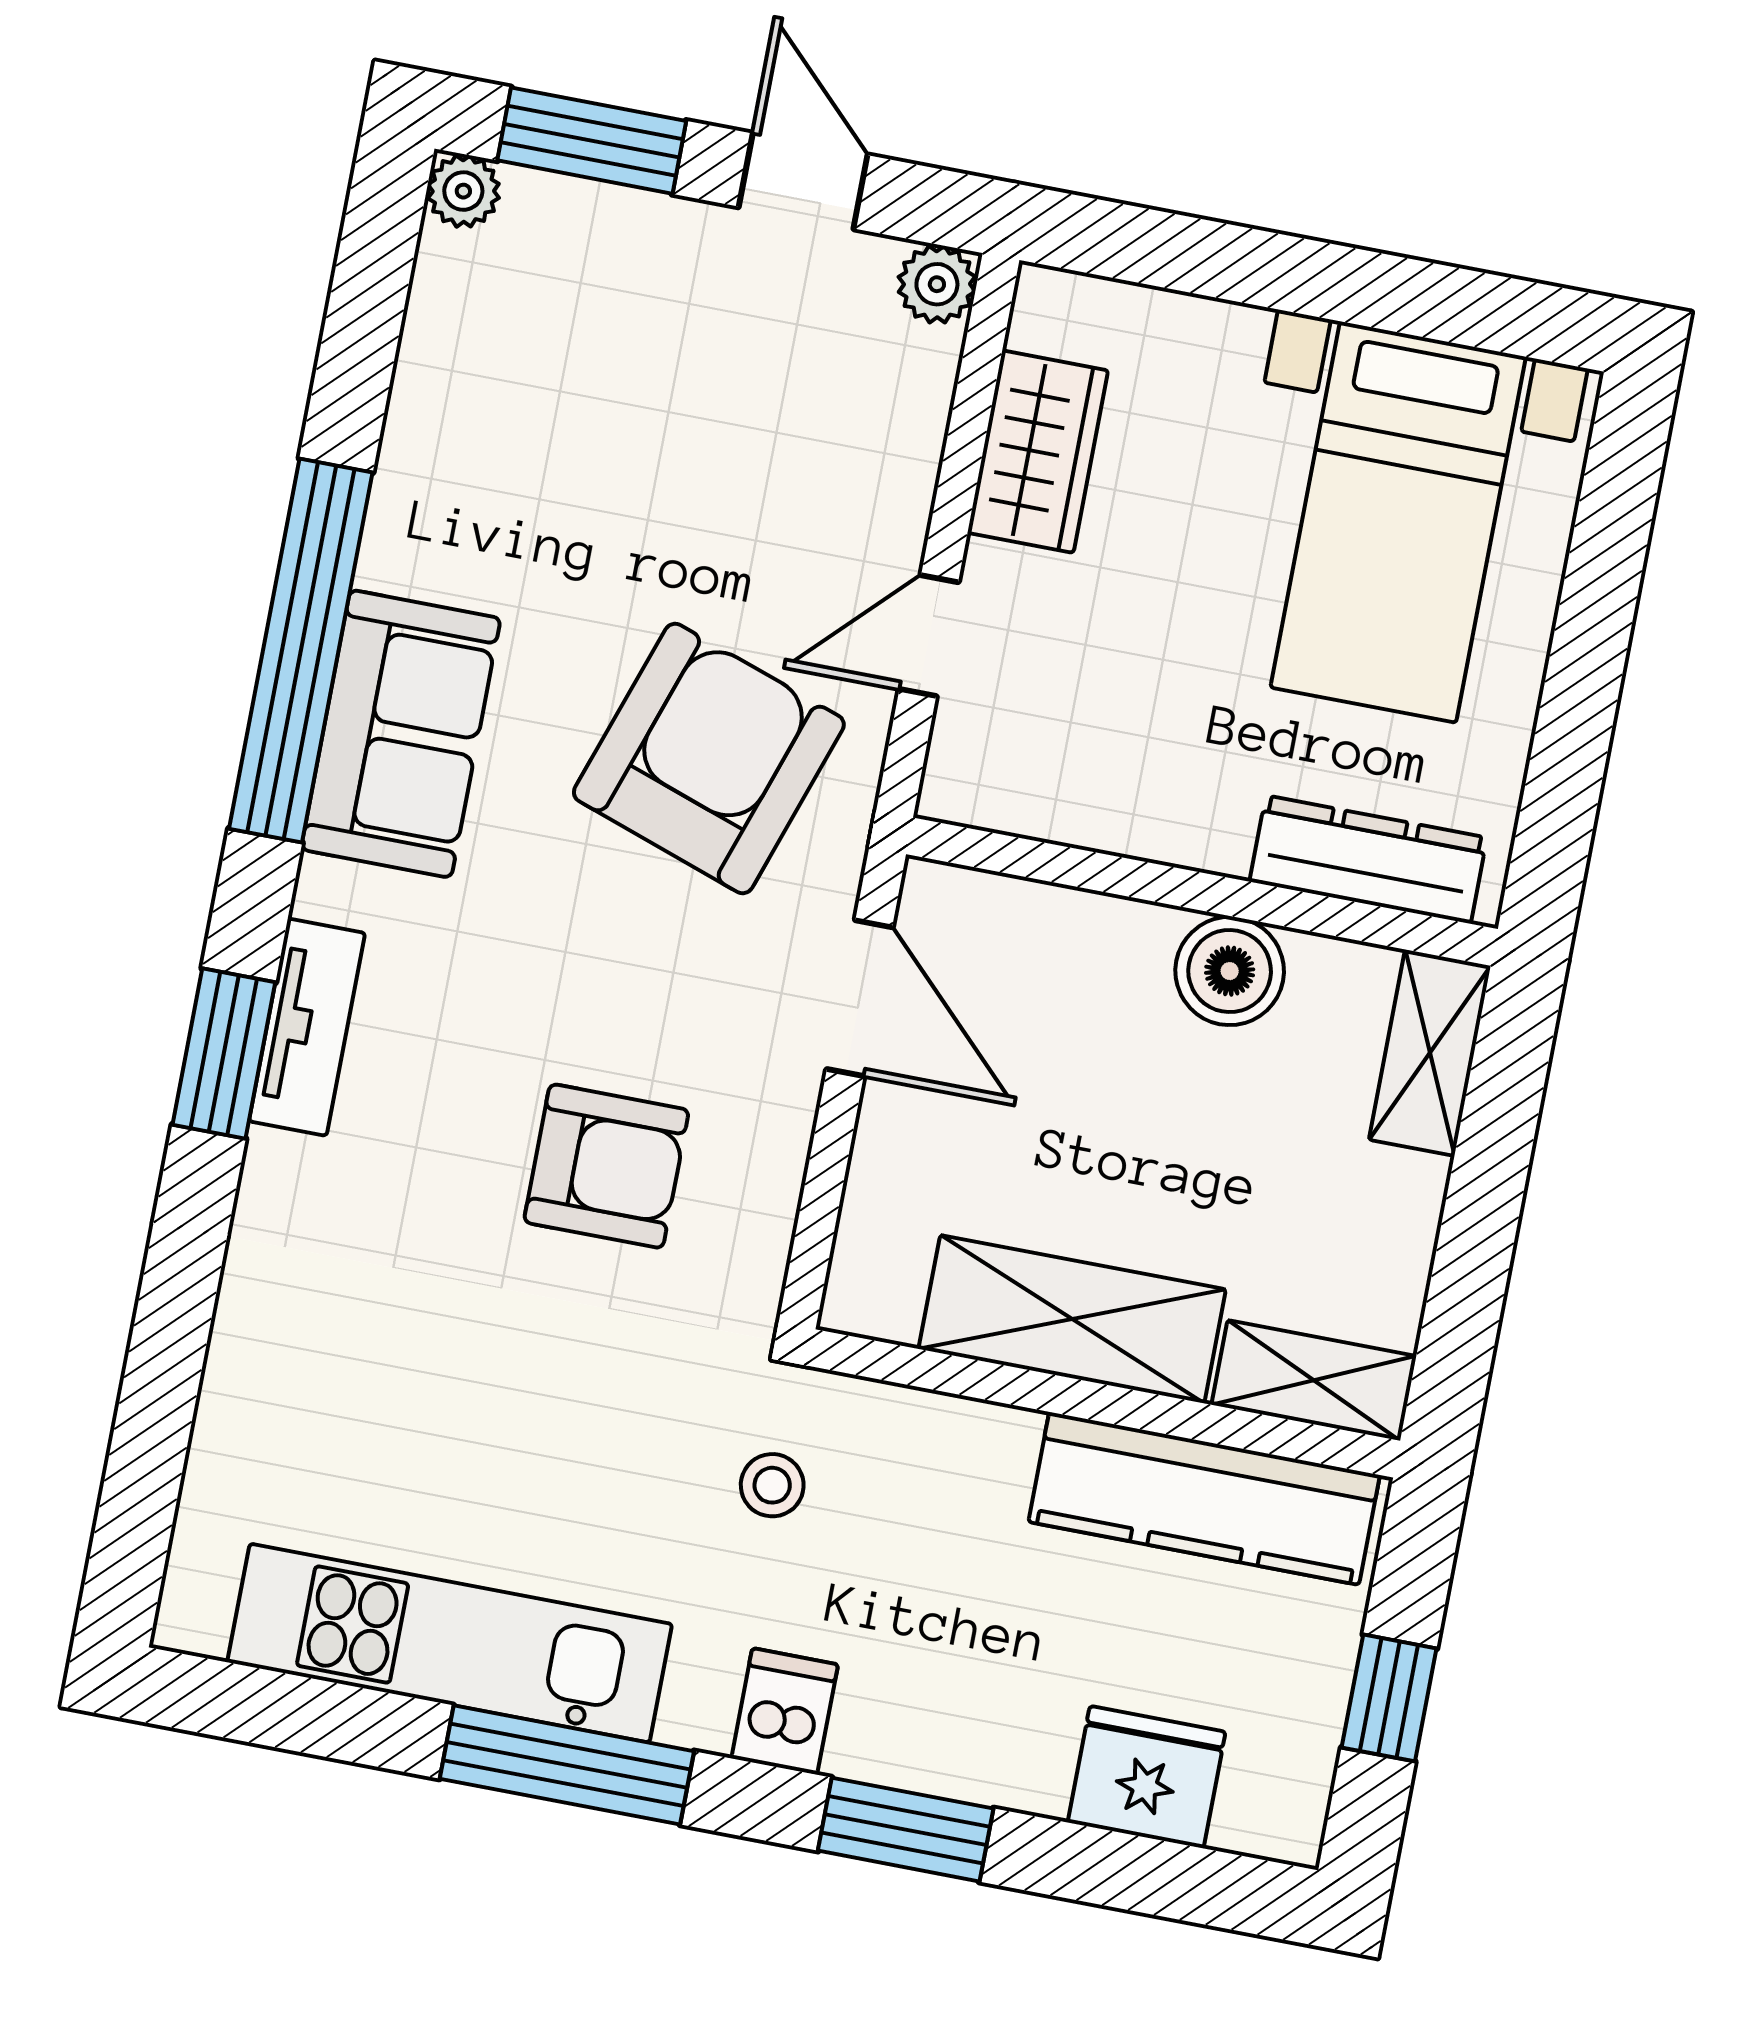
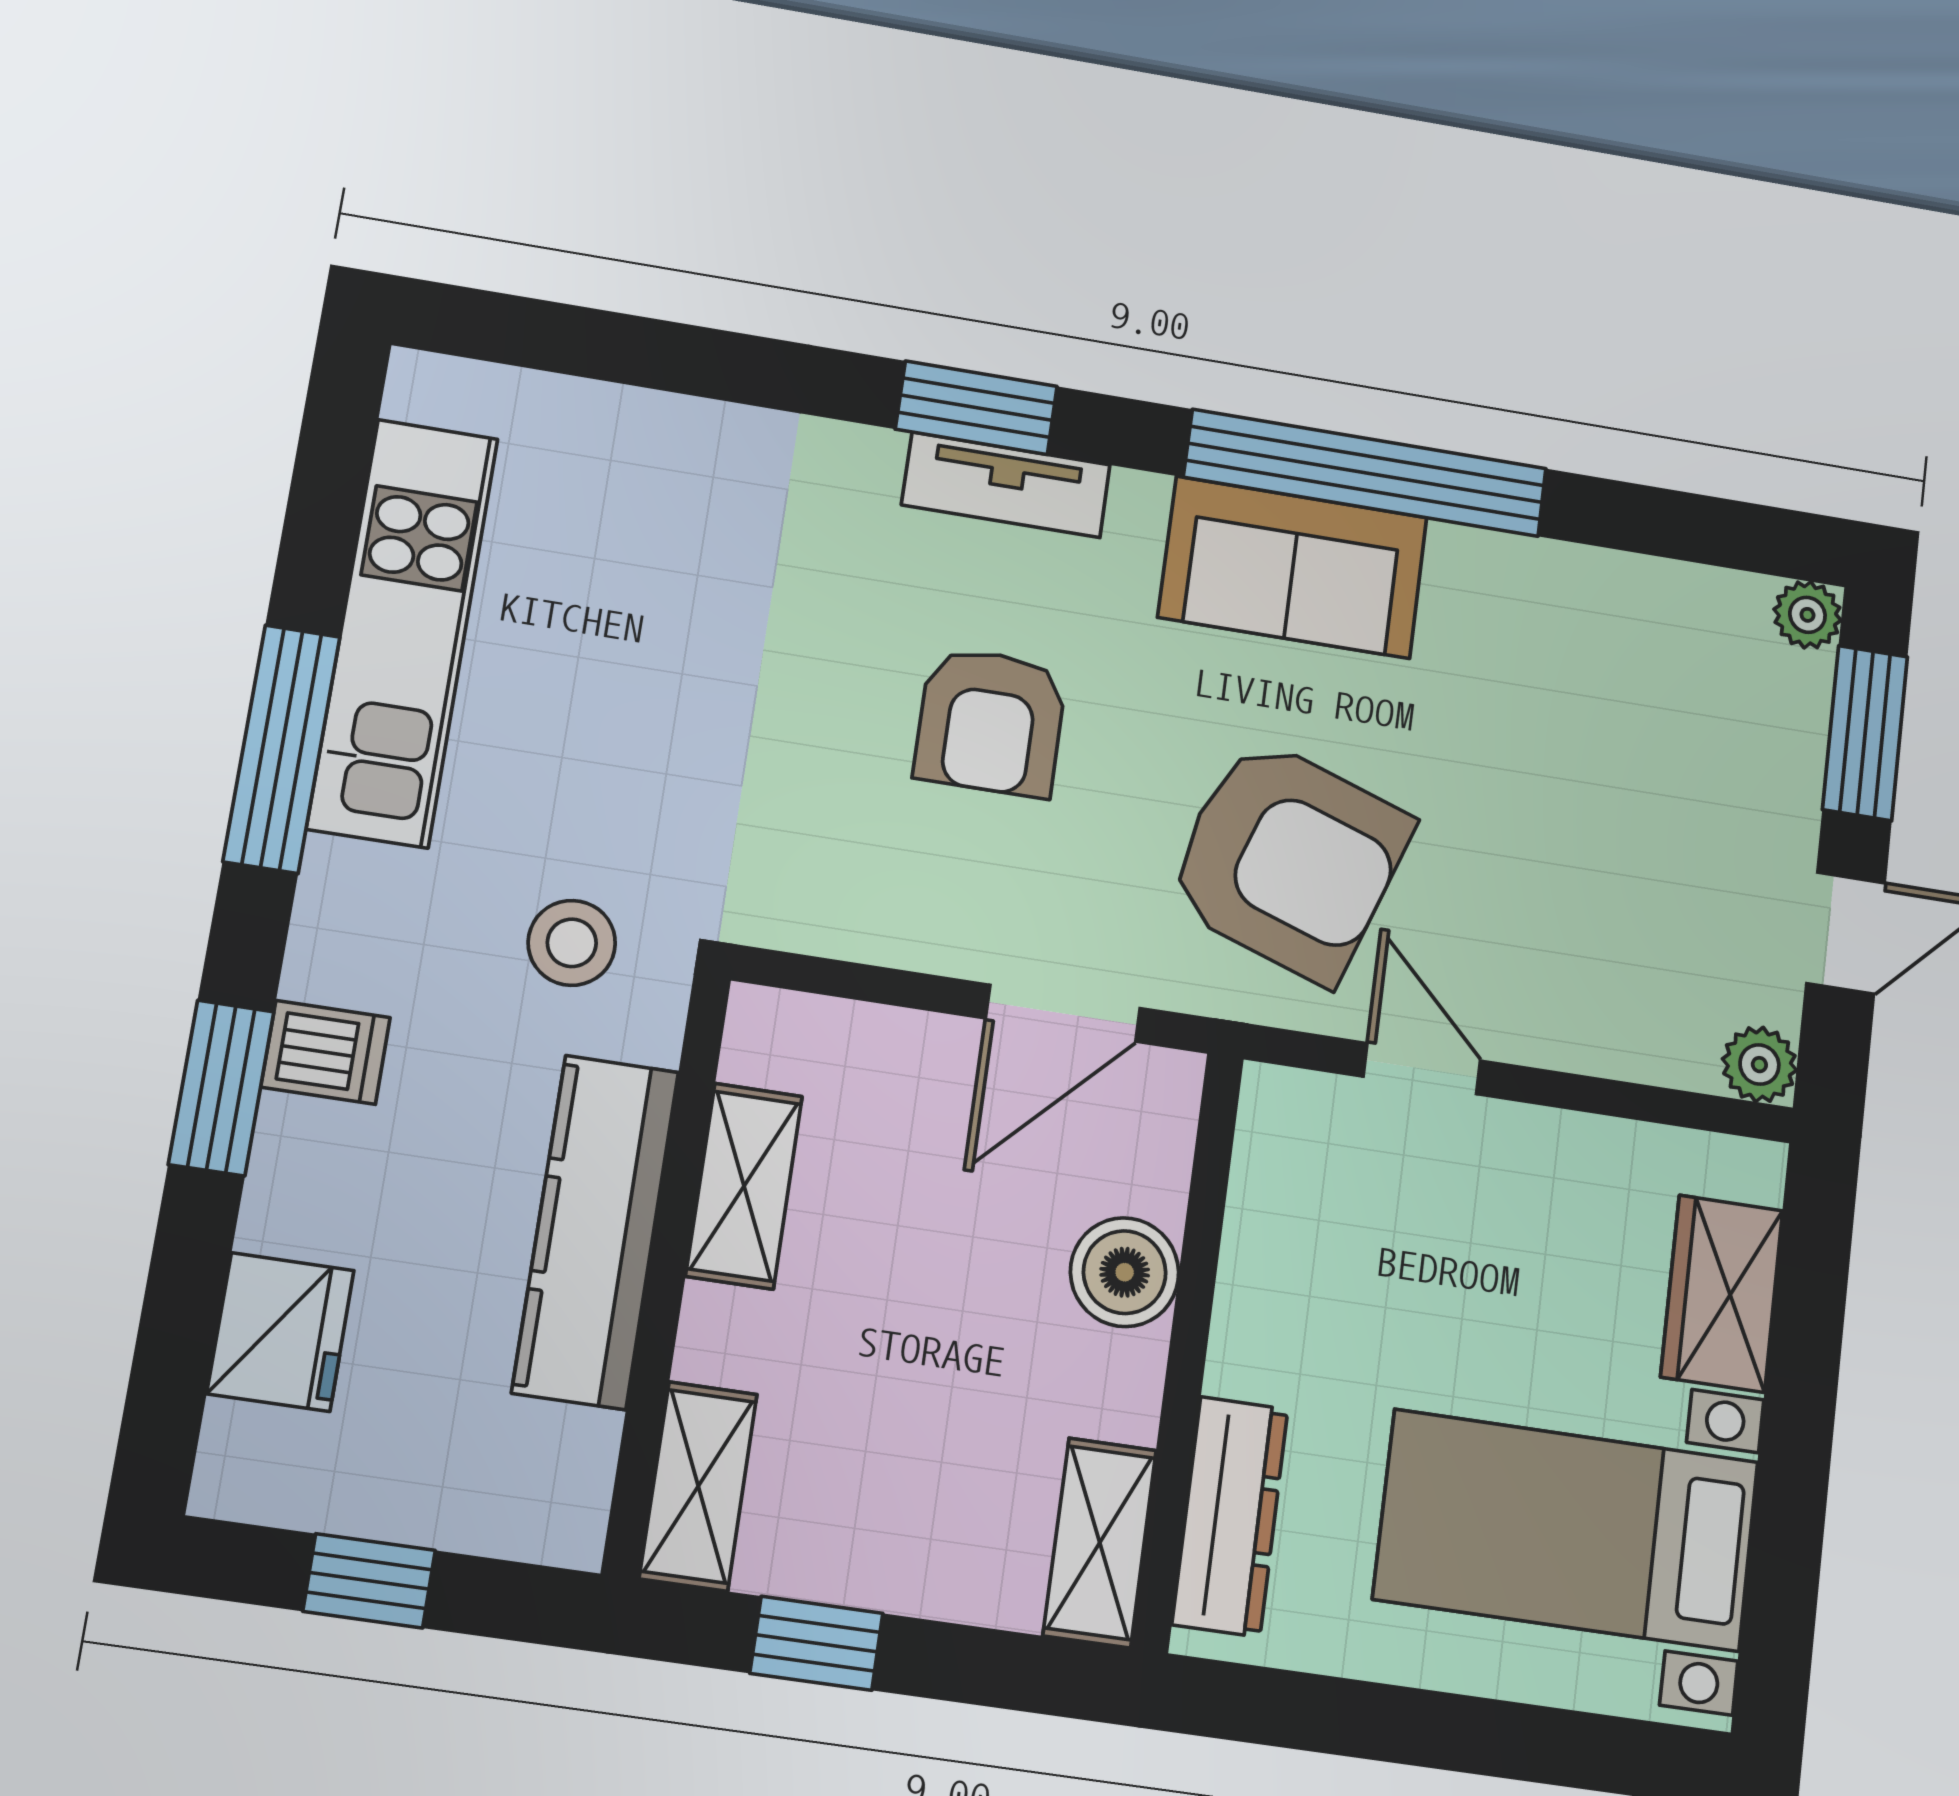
wardrobe: (1038, 452) -> (1722, 1294), moved, turned 90
boiler: (1230, 971) -> (1125, 1272), moved
shelving: (1430, 1053) -> (1100, 1543), moved, turned 90
armchair: (606, 1166) -> (990, 722), moved
window: (1470, 1272) -> (816, 1643), added
shelving: (1072, 1319) -> (744, 1186), width x0.67, depth x0.75
stool: (772, 1485) -> (572, 943), width x1.37, depth x1.37
kitchen counter: (1204, 1498) -> (596, 1231), moved
dishwasher: (785, 1711) -> (326, 1052), moved

